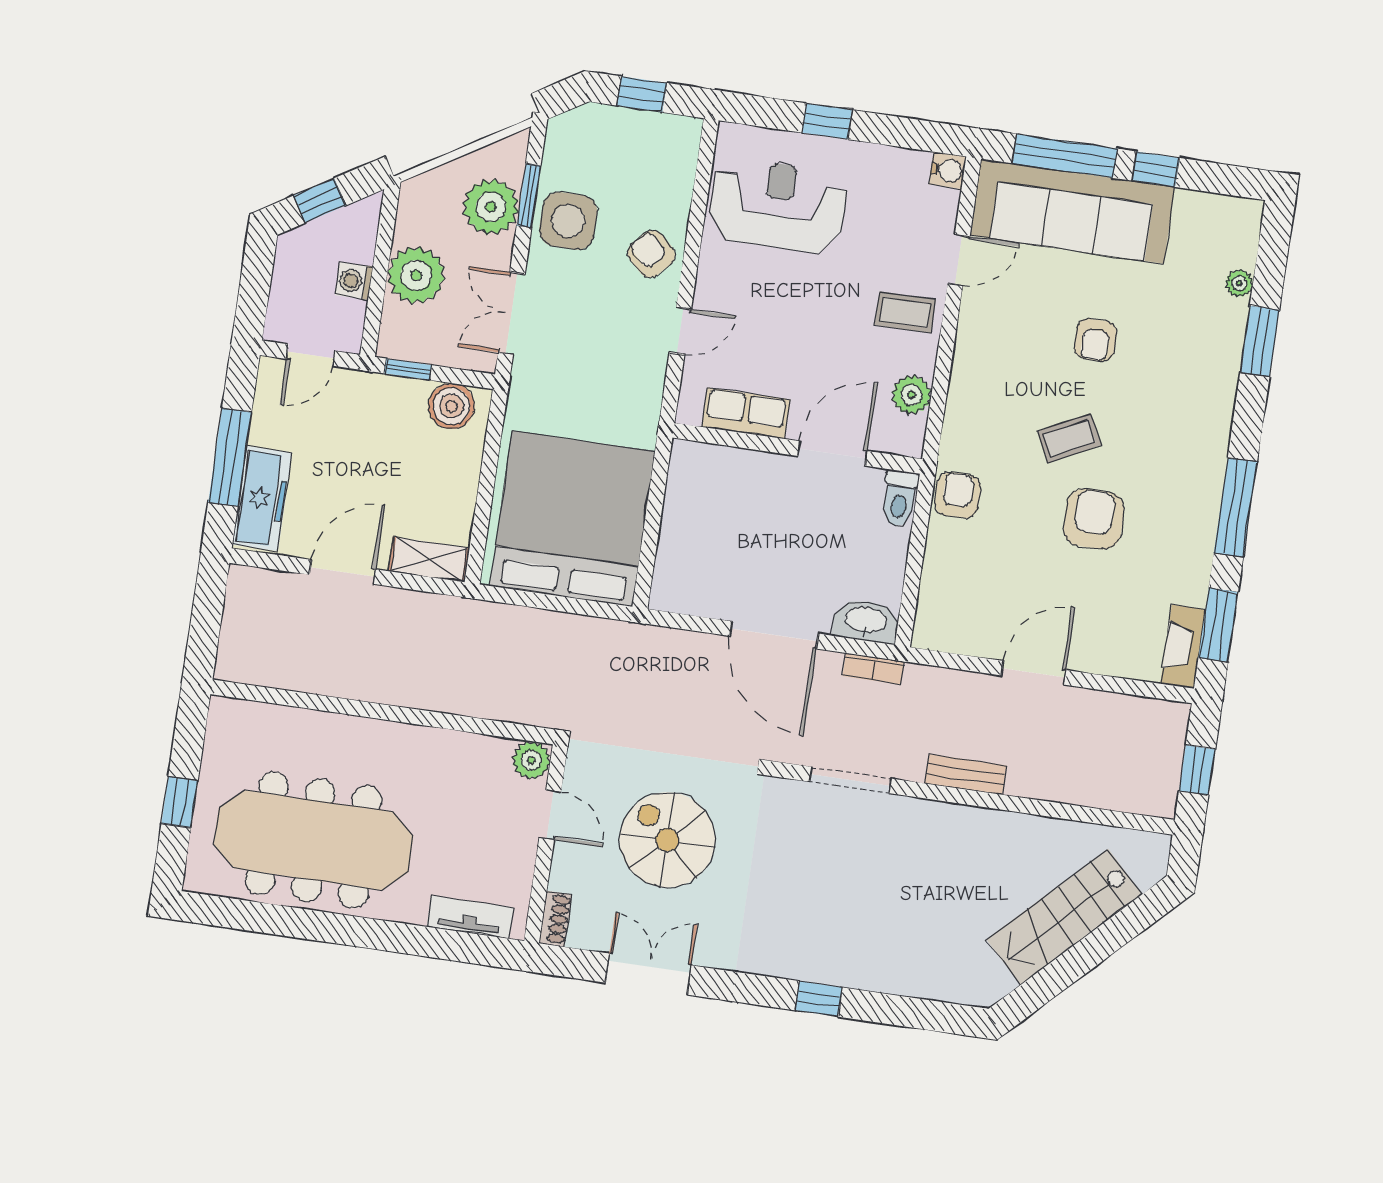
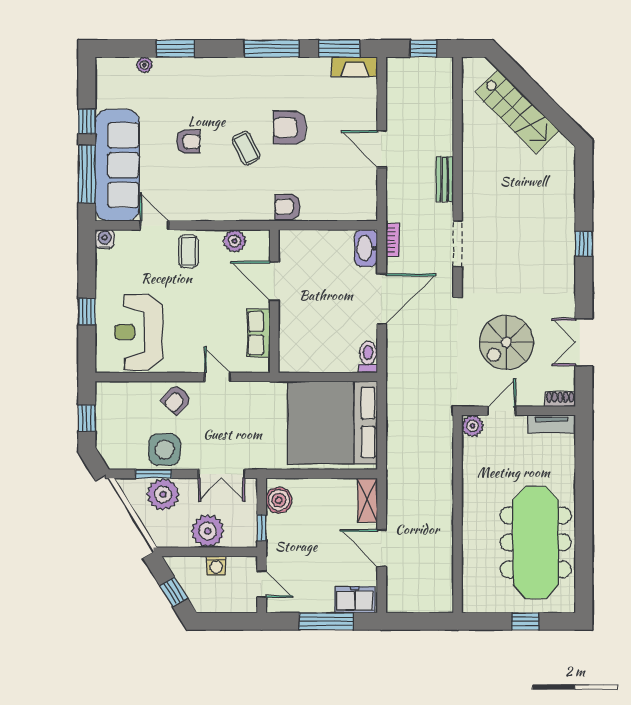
freezer: (262, 499) -> (355, 600), width x0.71
toilet: (900, 499) -> (368, 357), moved, turned -90
tv unit: (470, 917) -> (552, 424), moved, turned -90

